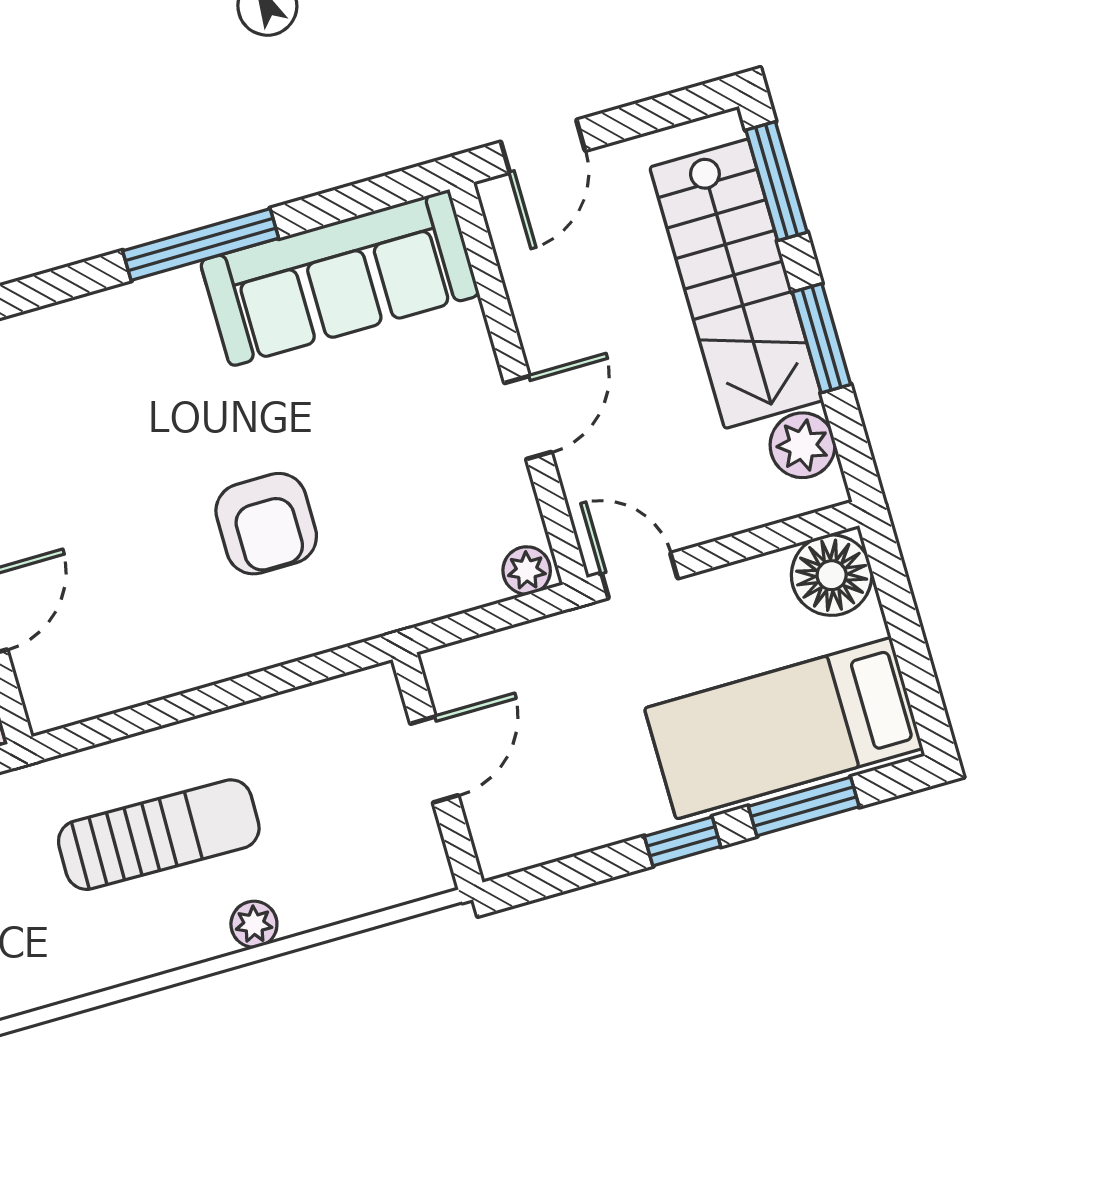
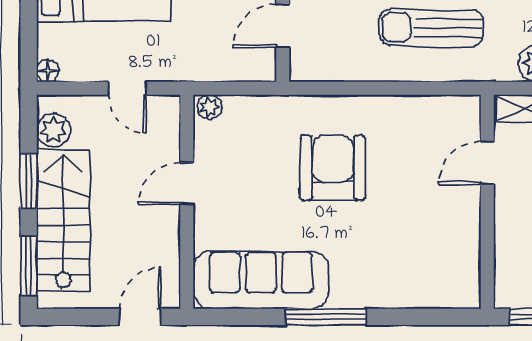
armchair: (266, 524) -> (333, 168), width x1.36, depth x1.36
floor lamp: (832, 575) -> (48, 71), width x0.53, depth x0.53
door: (639, 576) -> (127, 88), moved

